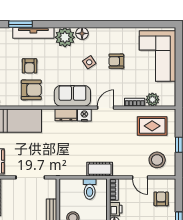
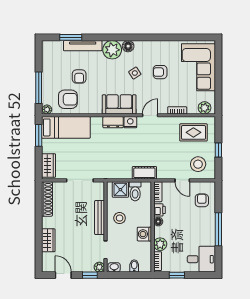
armchair: (31, 90) -> (68, 99), moved
plant: (152, 100) -> (205, 108), moved
shower: (74, 187) -> (120, 190), added

